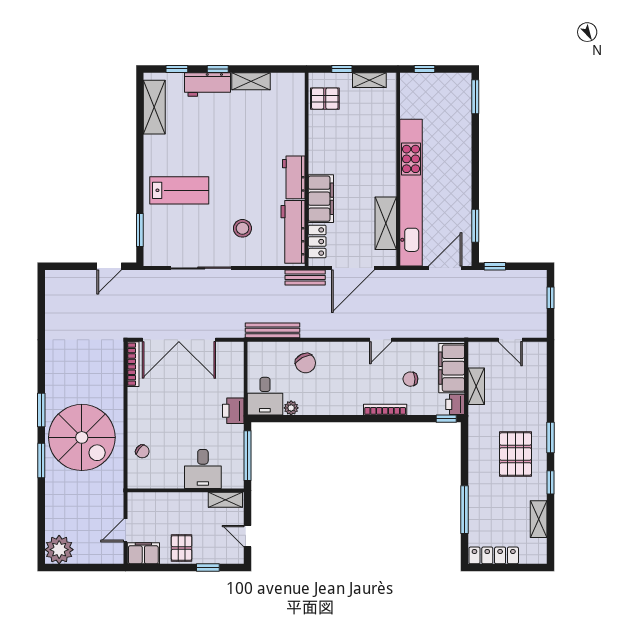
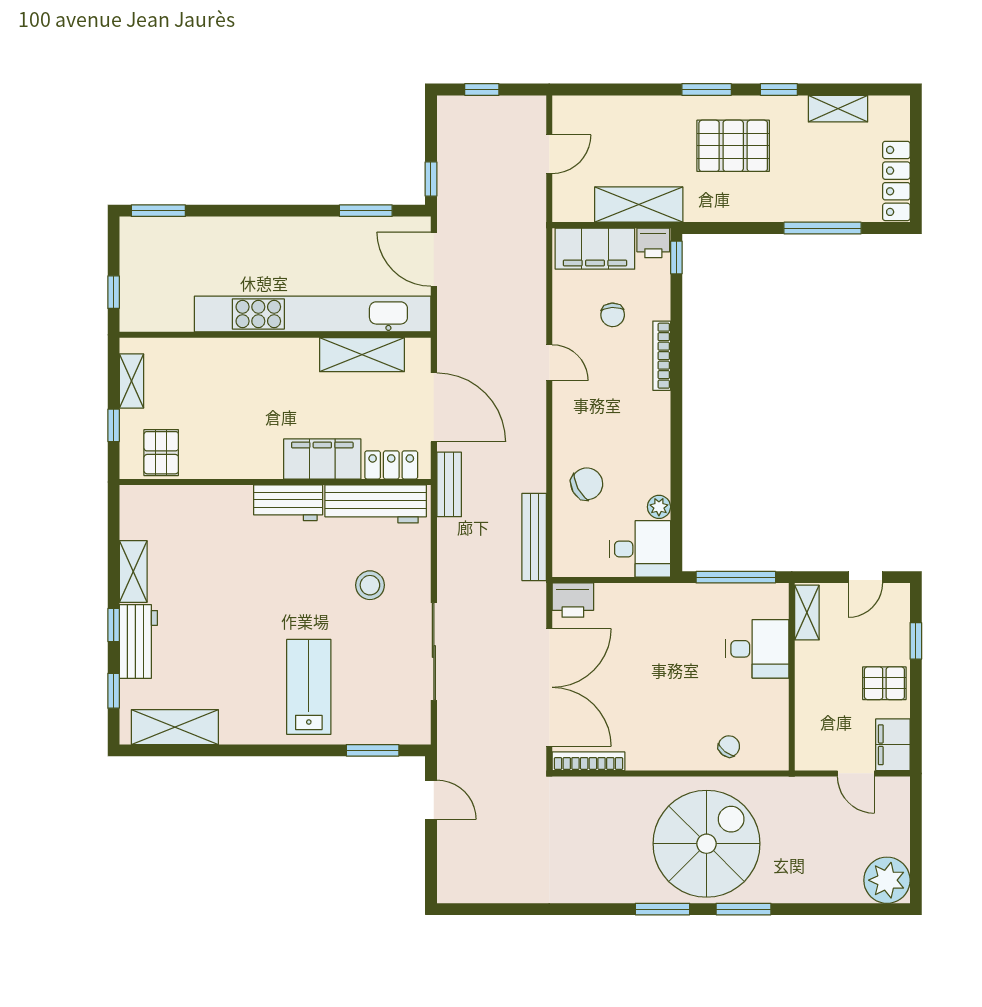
shelving: (476, 386) -> (639, 205), width x1.50, depth x1.33
printer: (233, 411) -> (573, 600), moved

